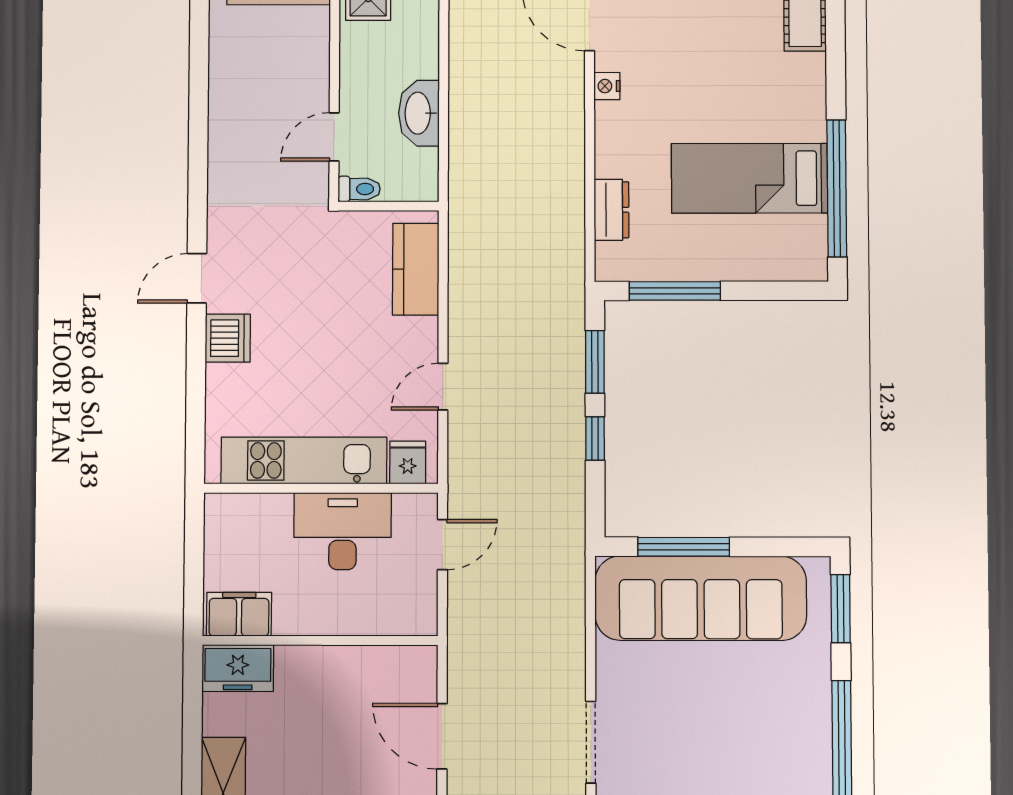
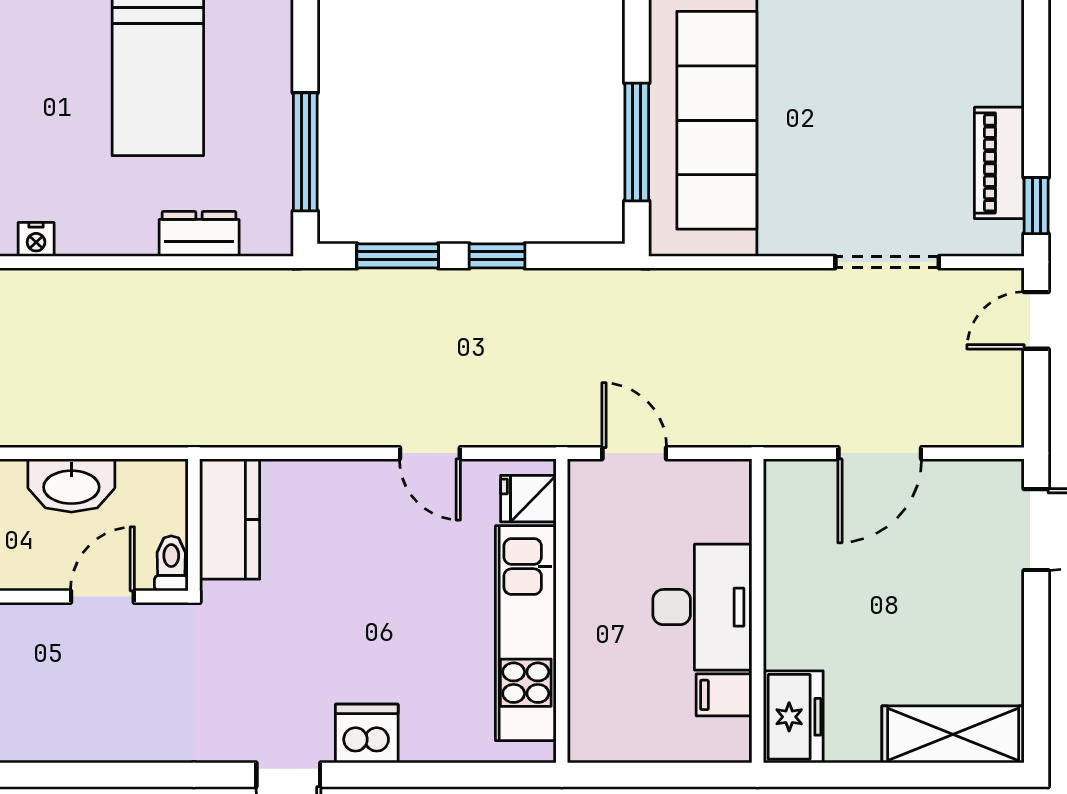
door: (334, 137) -> (102, 597), swing flipped
kitchen counter: (416, 269) -> (230, 519), moved, turned -90
desk: (343, 531) -> (702, 607), moved, turned 180
filing cabinet: (239, 614) -> (724, 695), width x0.50

